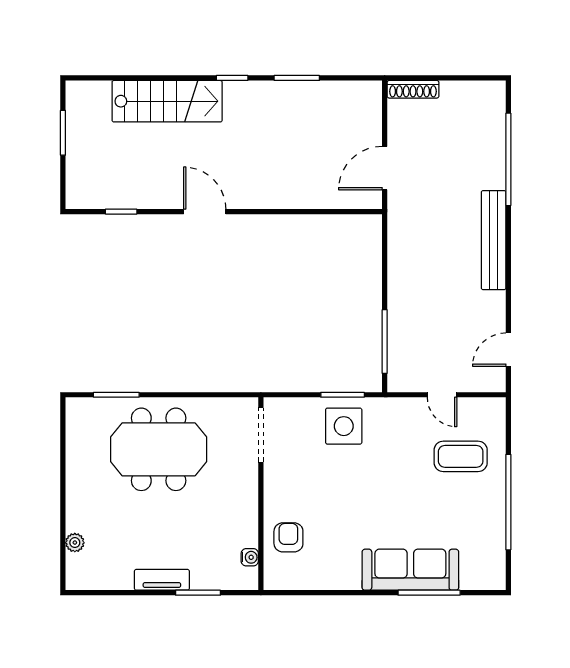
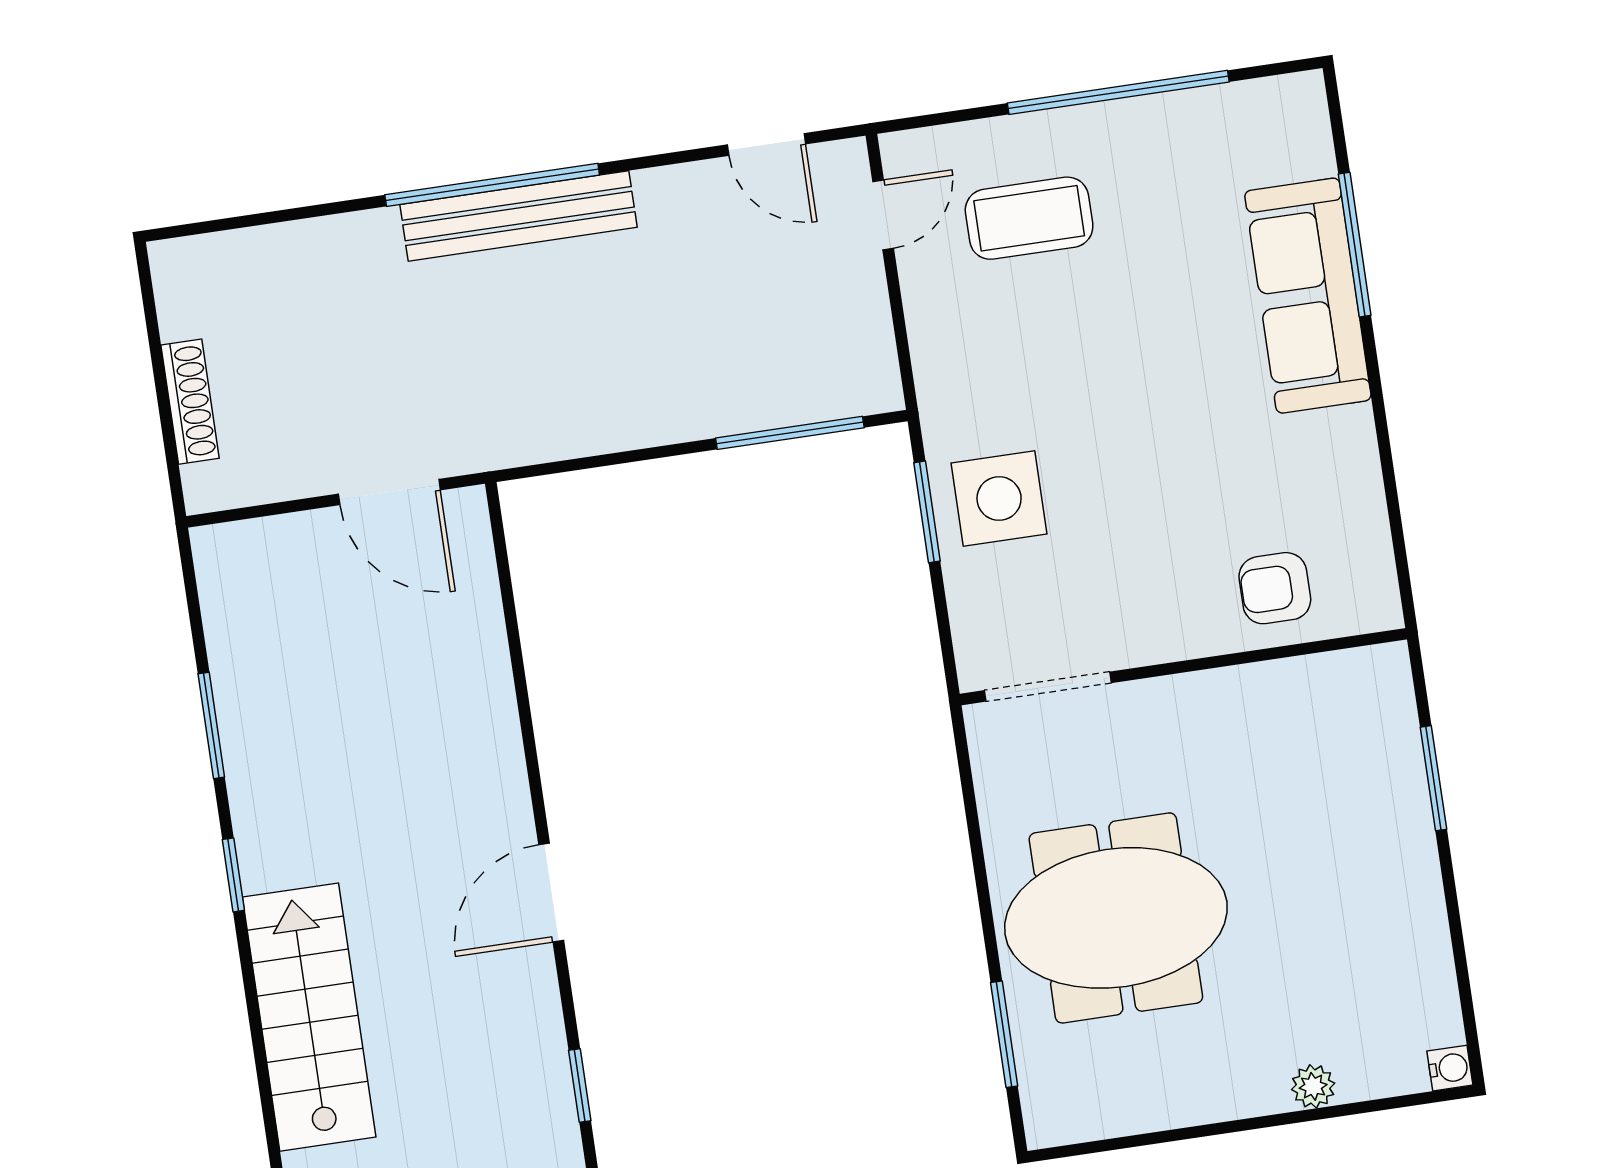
shoe rack: (413, 89) -> (190, 402), moved
window: (508, 159) -> (492, 185), moved
door: (442, 395) -> (883, 215), moved
meeting table: (159, 449) -> (1116, 918), turned 90
coffee table: (461, 456) -> (1029, 218), turned 90
plant: (75, 543) -> (1313, 1086), moved
water cooler: (250, 557) -> (1450, 1068), moved, turned 90
tv unit: (162, 580) -> (1416, 866), removed

